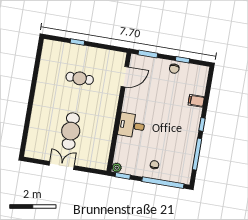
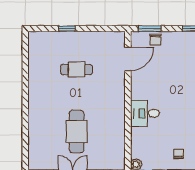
chair: (174, 69) -> (155, 40), moved

